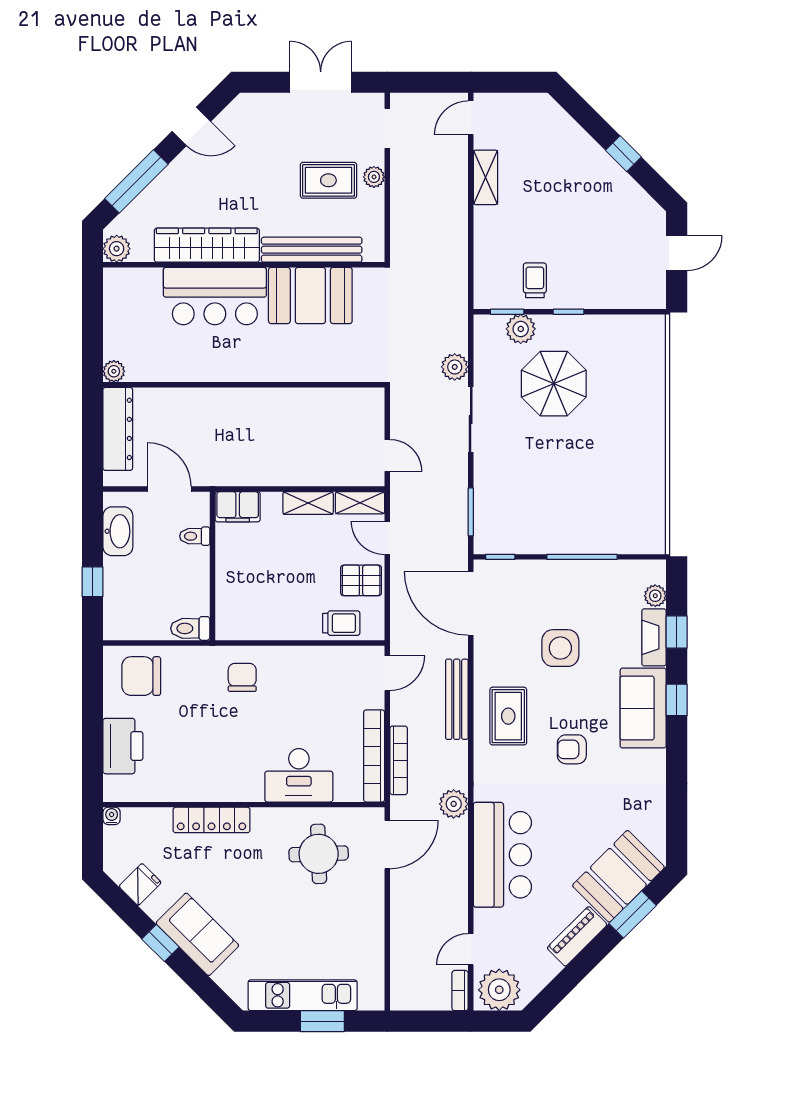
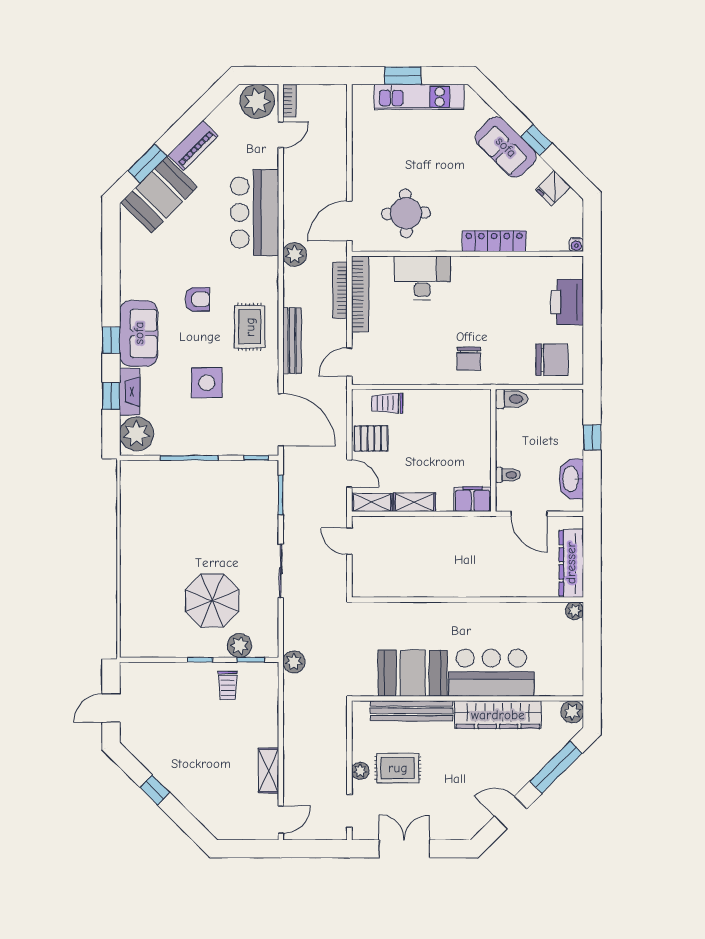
double door: (321, 82) -> (404, 849), swing flipped
plant: (455, 367) -> (294, 662), moved
plant: (655, 596) -> (137, 434), width x1.88, depth x1.88

